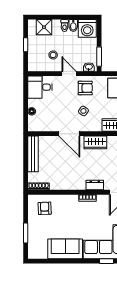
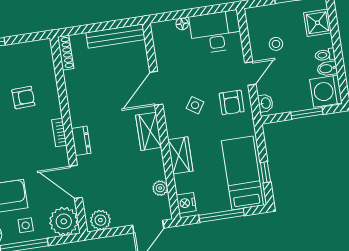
window: (99, 57) -> (307, 113), moved
desk: (40, 87) -> (216, 32), width x1.37
armchair: (45, 208) -> (23, 98), moved

